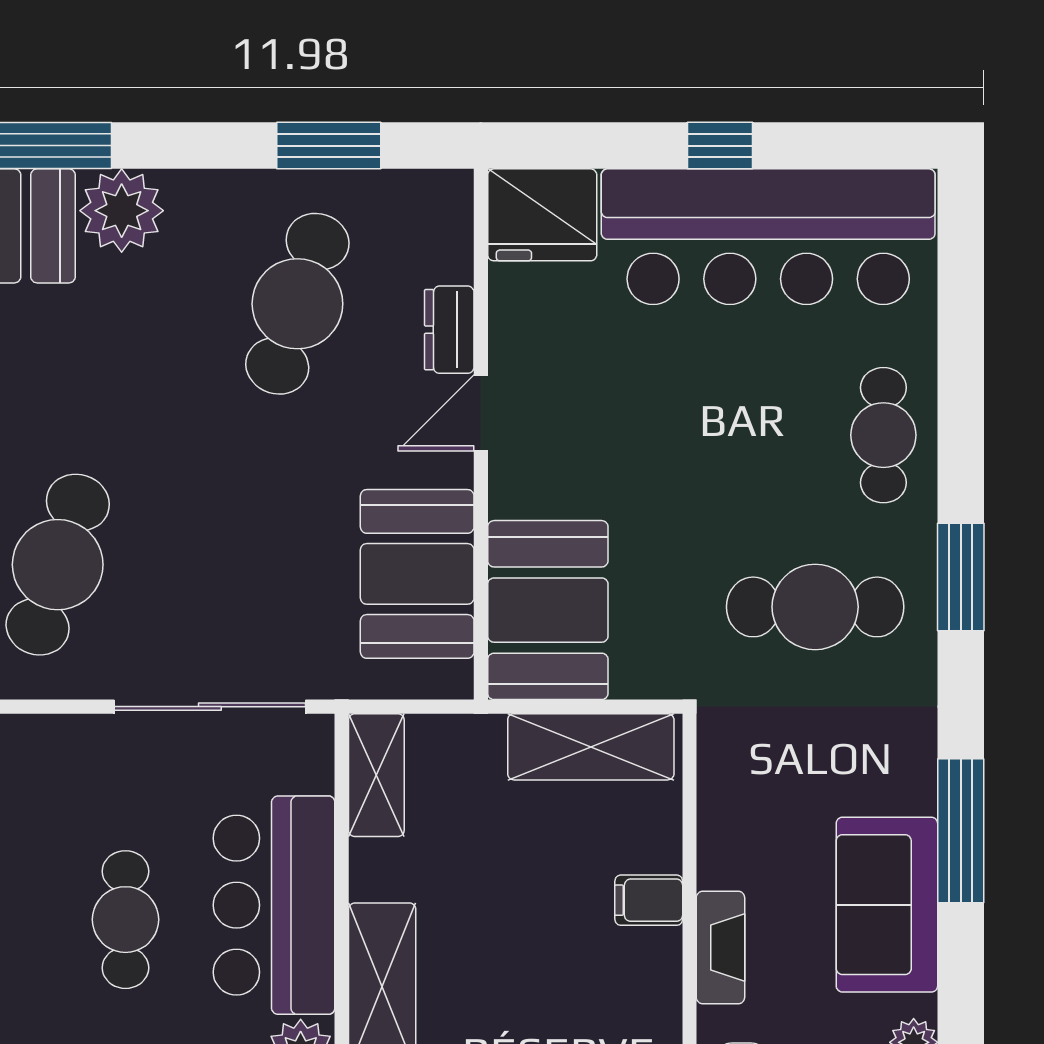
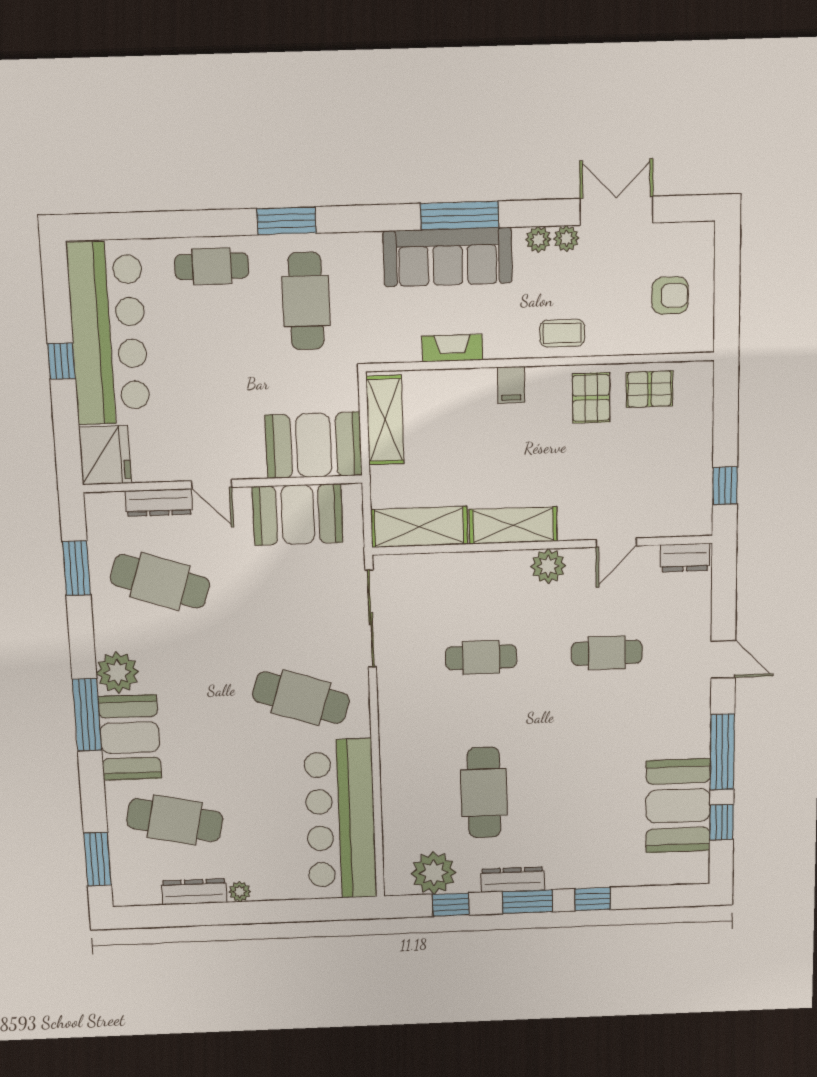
dresser: (449, 330) -> (159, 503), width x1.44
shelving: (376, 775) -> (419, 527), width x1.50, depth x1.33
window: (961, 831) -> (460, 216), moved
filing cabinet: (649, 900) -> (511, 385), moved
bar counter: (274, 905) -> (472, 582), removed
sofa: (887, 905) -> (448, 257), width x1.36
fireplace: (720, 948) -> (452, 348), moved

